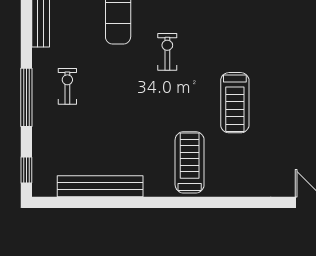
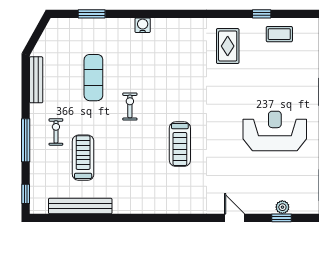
treadmill: (190, 162) -> (83, 158), moved

